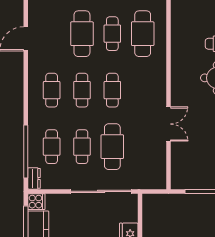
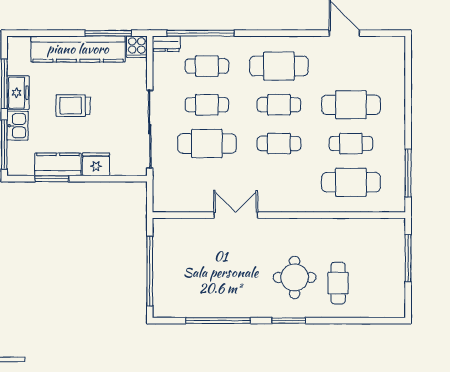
cafe table: (52, 90) -> (279, 66), width x1.37, depth x1.35
double door: (168, 124) -> (236, 215), swing flipped

